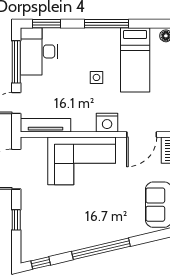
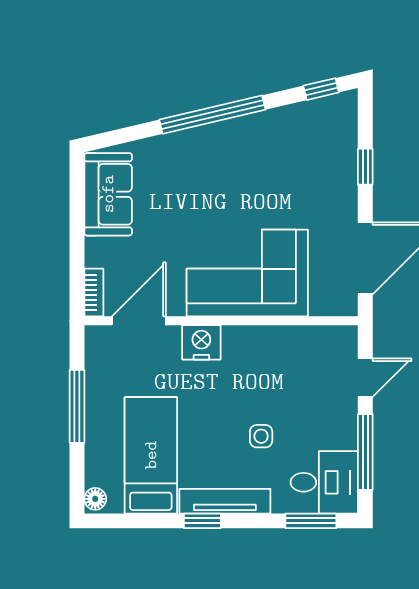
window: (107, 24) -> (202, 521), width x0.46
desk: (39, 51) -> (324, 482), width x0.73
side table: (96, 77) -> (261, 436), moved
tv unit: (45, 125) -> (225, 501), moved, turned 180

